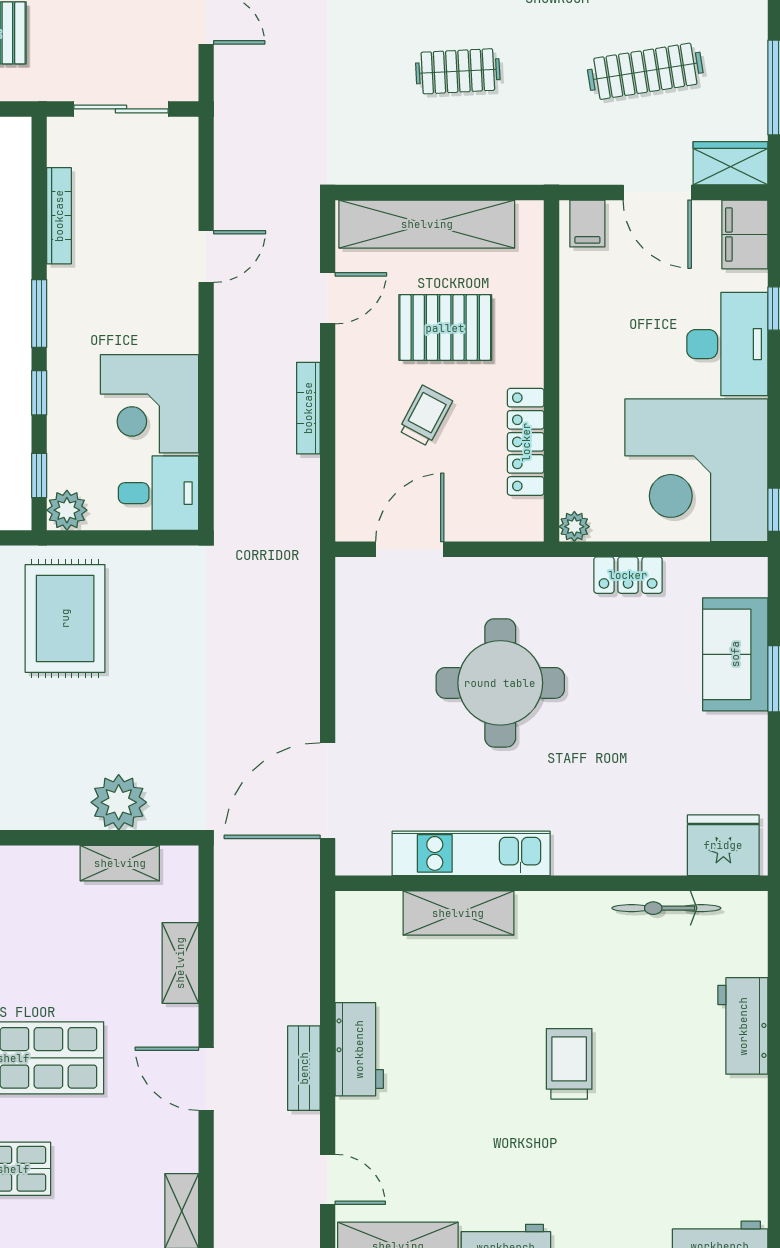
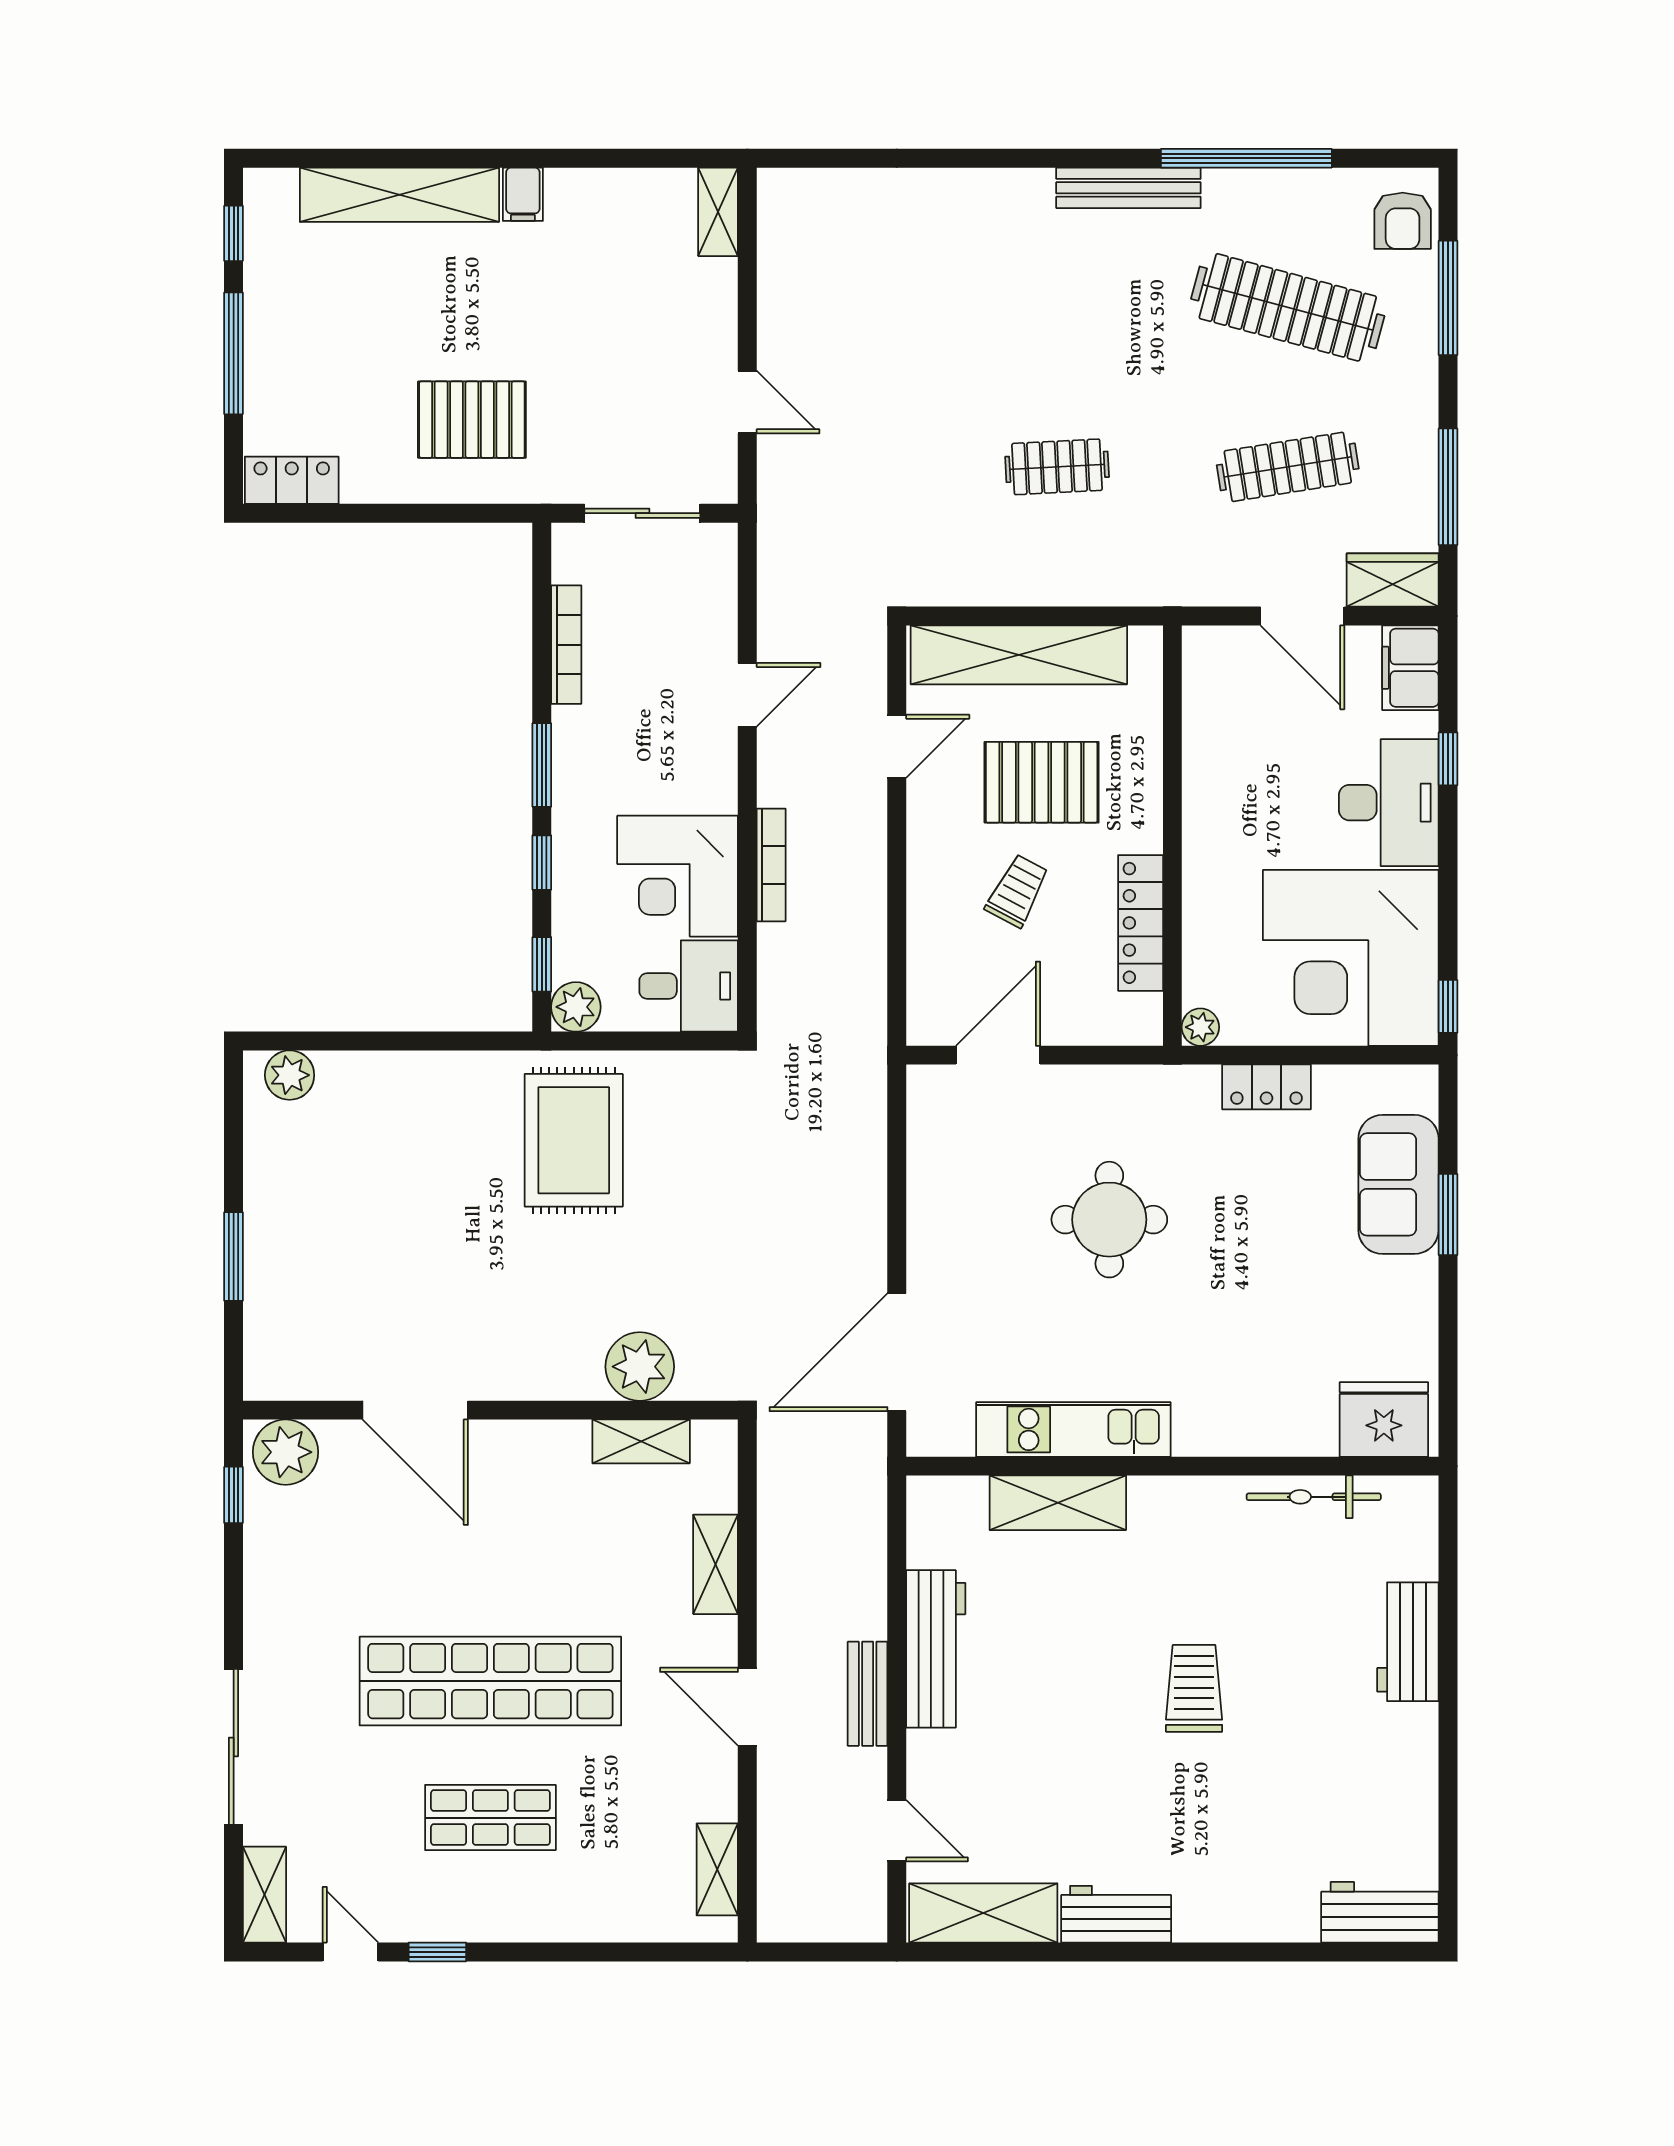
filing cabinet: (587, 224) -> (1216, 654), removed
bookcase: (308, 408) -> (771, 865), moved, turned 180
round table: (500, 683) -> (1109, 1220), width x0.73, depth x0.73
workbench: (359, 1049) -> (936, 1649), width x1.38

